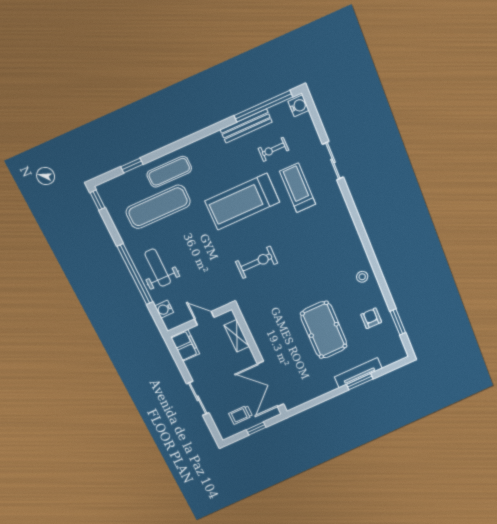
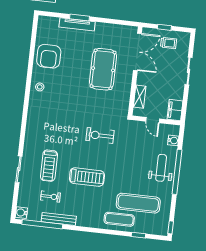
treadmill: (242, 202) -> (87, 177), width x0.73, depth x0.73
weight bench: (158, 268) -> (161, 168), turned 180
armchair: (371, 318) -> (49, 56), width x1.88, depth x1.88
window: (398, 322) -> (33, 43), removed
pool table: (324, 330) -> (103, 69), moved

